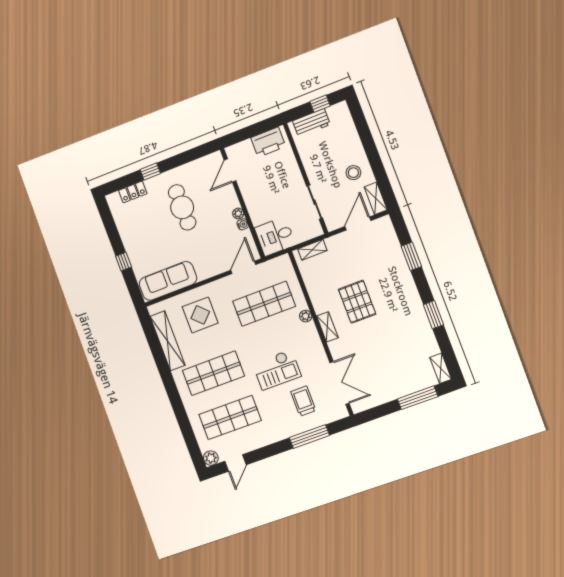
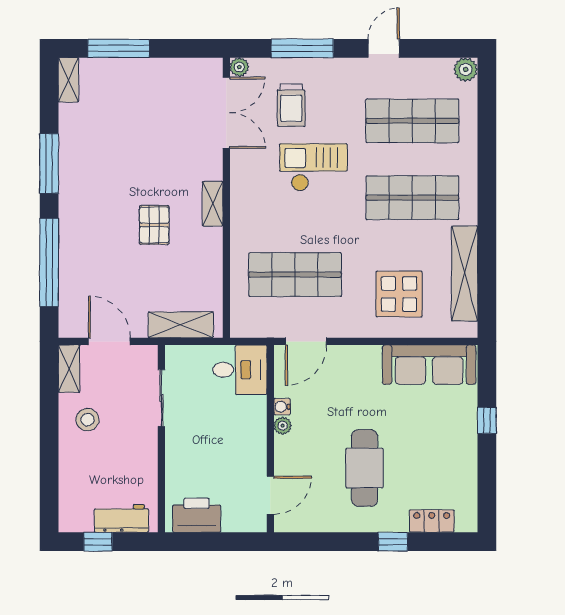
door: (358, 224) -> (109, 341), swing flipped
shelving: (312, 250) -> (181, 325), width x1.50, depth x1.33
window: (411, 256) -> (49, 262), width x2.11
pallet: (357, 302) -> (154, 225), width x0.67, depth x0.71
window: (433, 315) -> (49, 163), width x1.44
plant: (306, 316) -> (239, 67), moved
double door: (340, 383) -> (226, 113), swing flipped
door: (236, 463) -> (384, 48), moved

